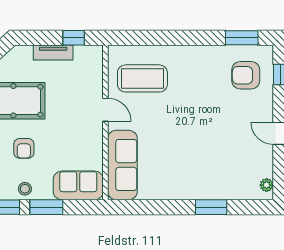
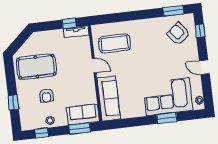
tv unit: (53, 53) -> (76, 32), moved
armchair: (246, 75) -> (179, 34), turned 51
corner sofa: (217, 173) -> (168, 97), added
window: (46, 207) -> (80, 128), moved

